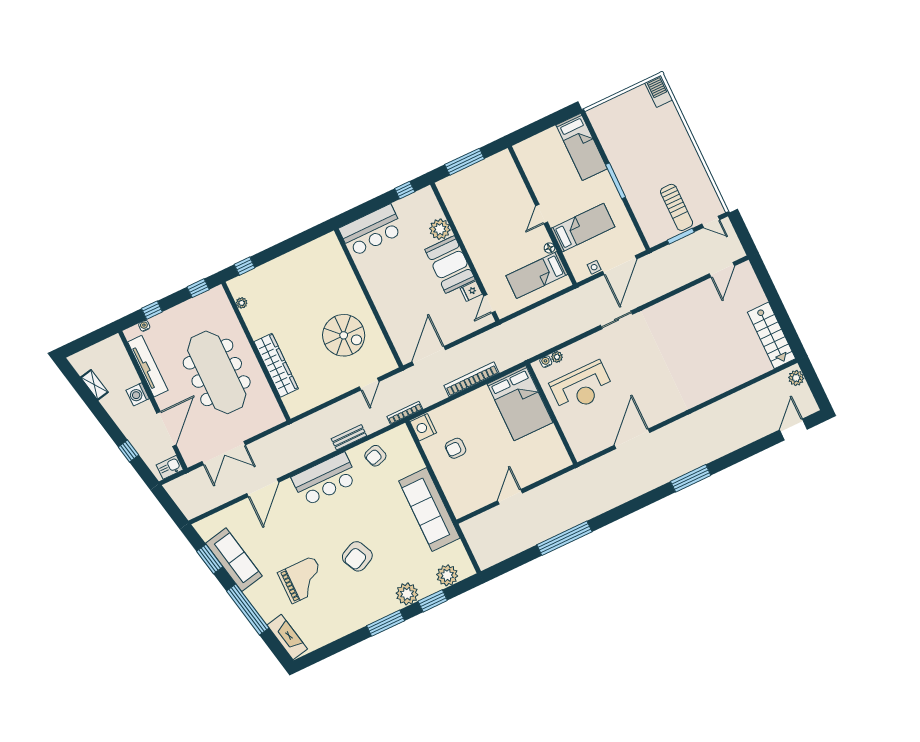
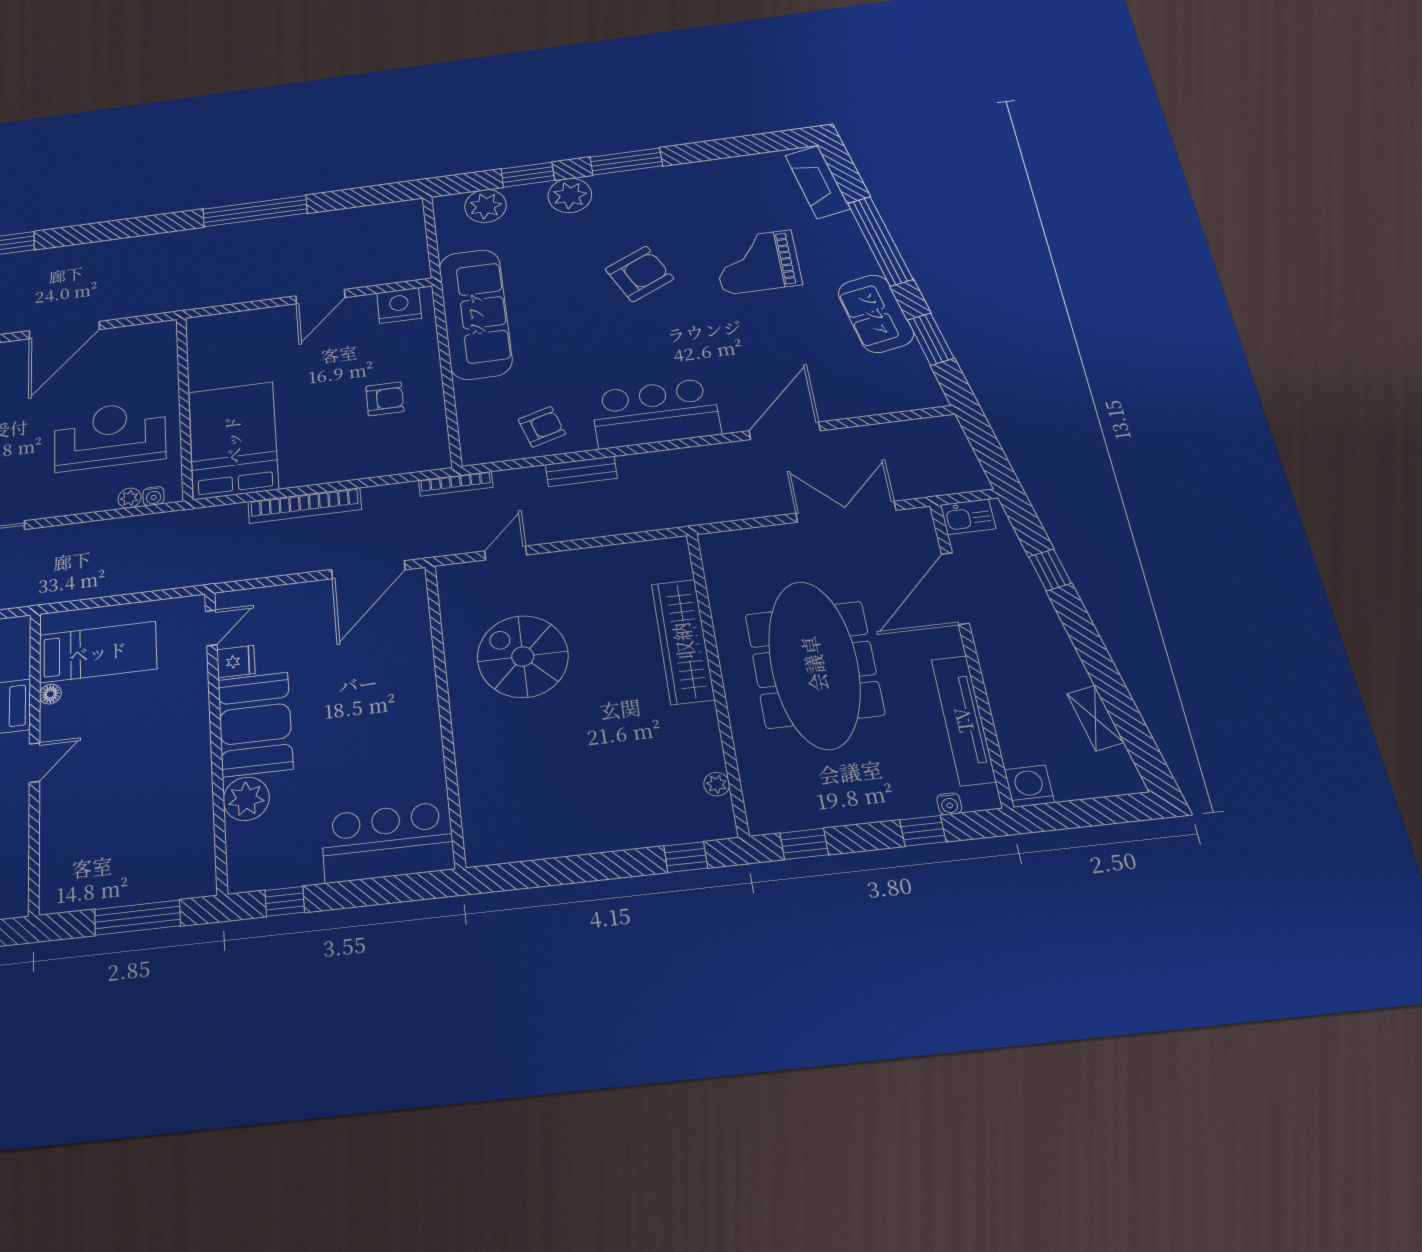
washing machine: (138, 394) -> (1029, 786), moved, turned -90
nightstand: (423, 427) -> (399, 306), moved, turned -90
sofa: (234, 560) -> (876, 314), width x0.73

